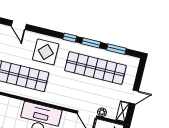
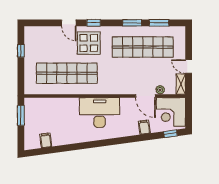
door: (19, 25) -> (69, 23), moved
window: (70, 38) -> (94, 23), moved
door: (134, 97) -> (189, 67), swing flipped

